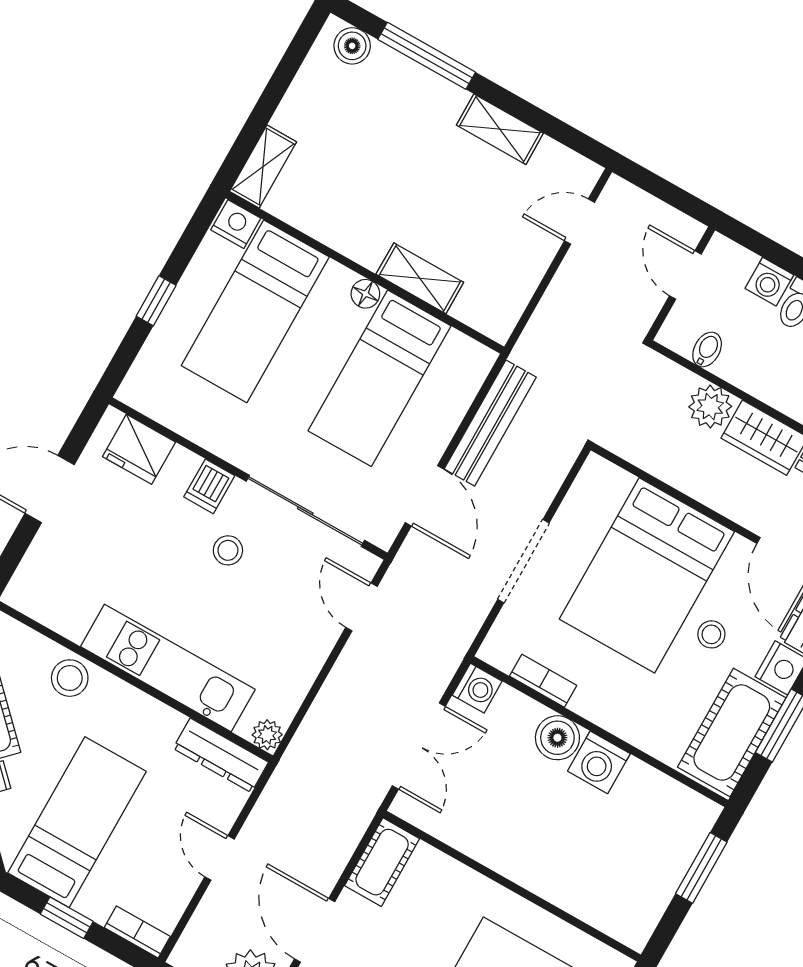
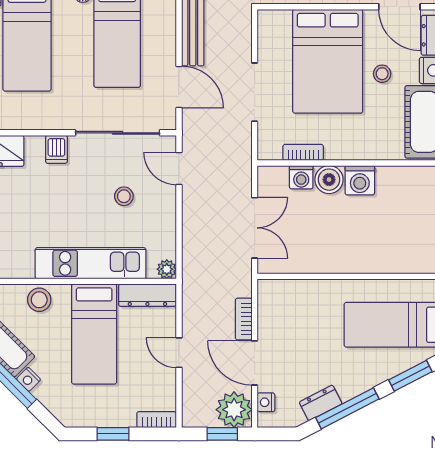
stool: (228, 550) -> (124, 196), moved
washing machine: (477, 688) -> (301, 177), moved, turned 90
bed: (77, 822) -> (94, 334), moved, turned 180
bookcase: (334, 862) -> (244, 319), added
cot: (382, 862) -> (271, 304), removed

